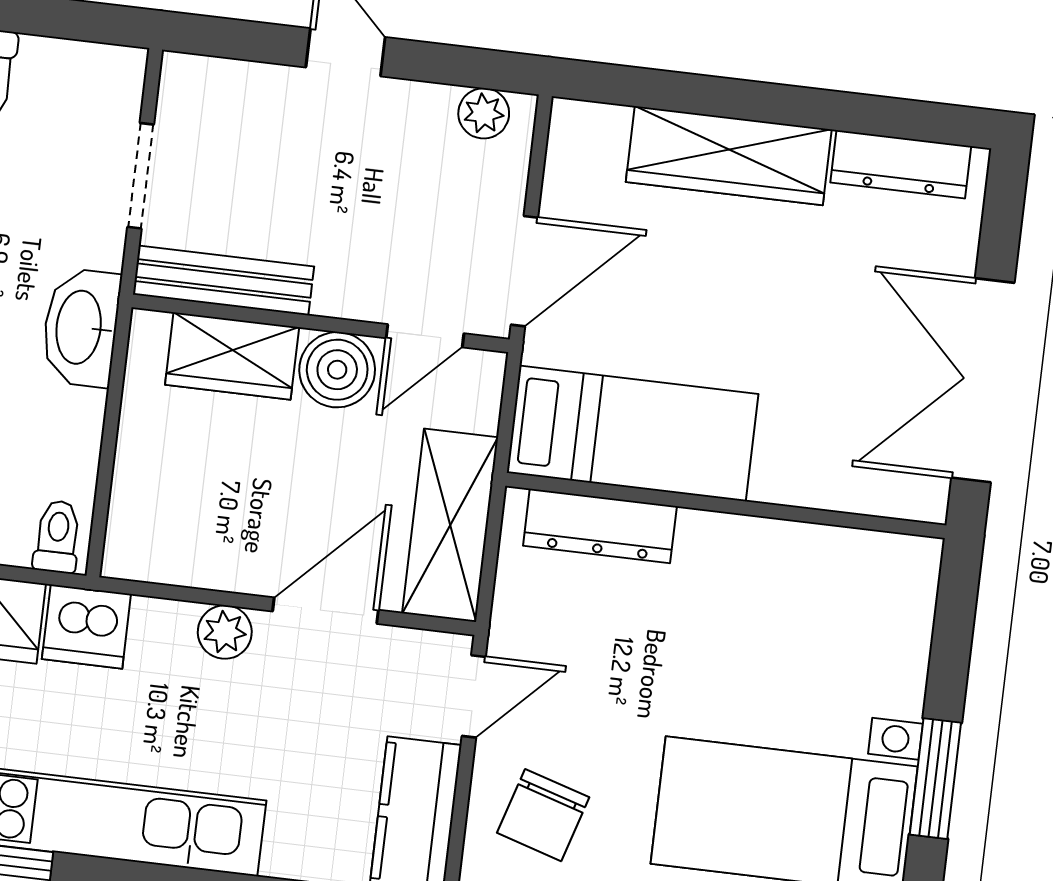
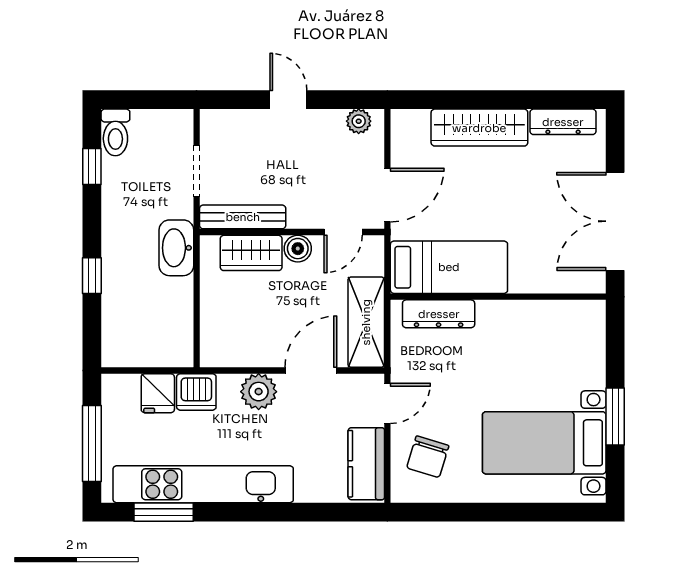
boiler: (337, 370) -> (298, 249), width x0.73, depth x0.73
toilet: (57, 537) -> (177, 350), removed
plant: (225, 632) -> (259, 392), width x1.38, depth x1.38

